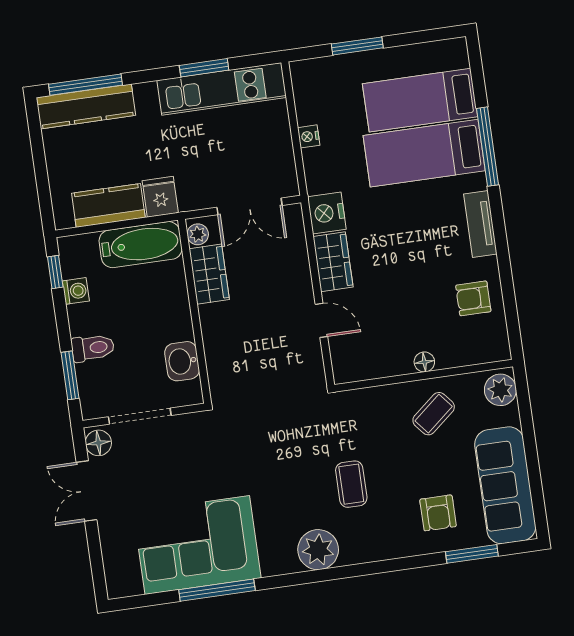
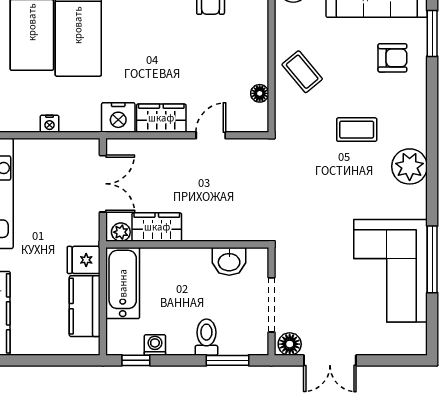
floor lamp: (424, 362) -> (260, 93), moved
coffee table: (434, 414) -> (302, 72), moved

